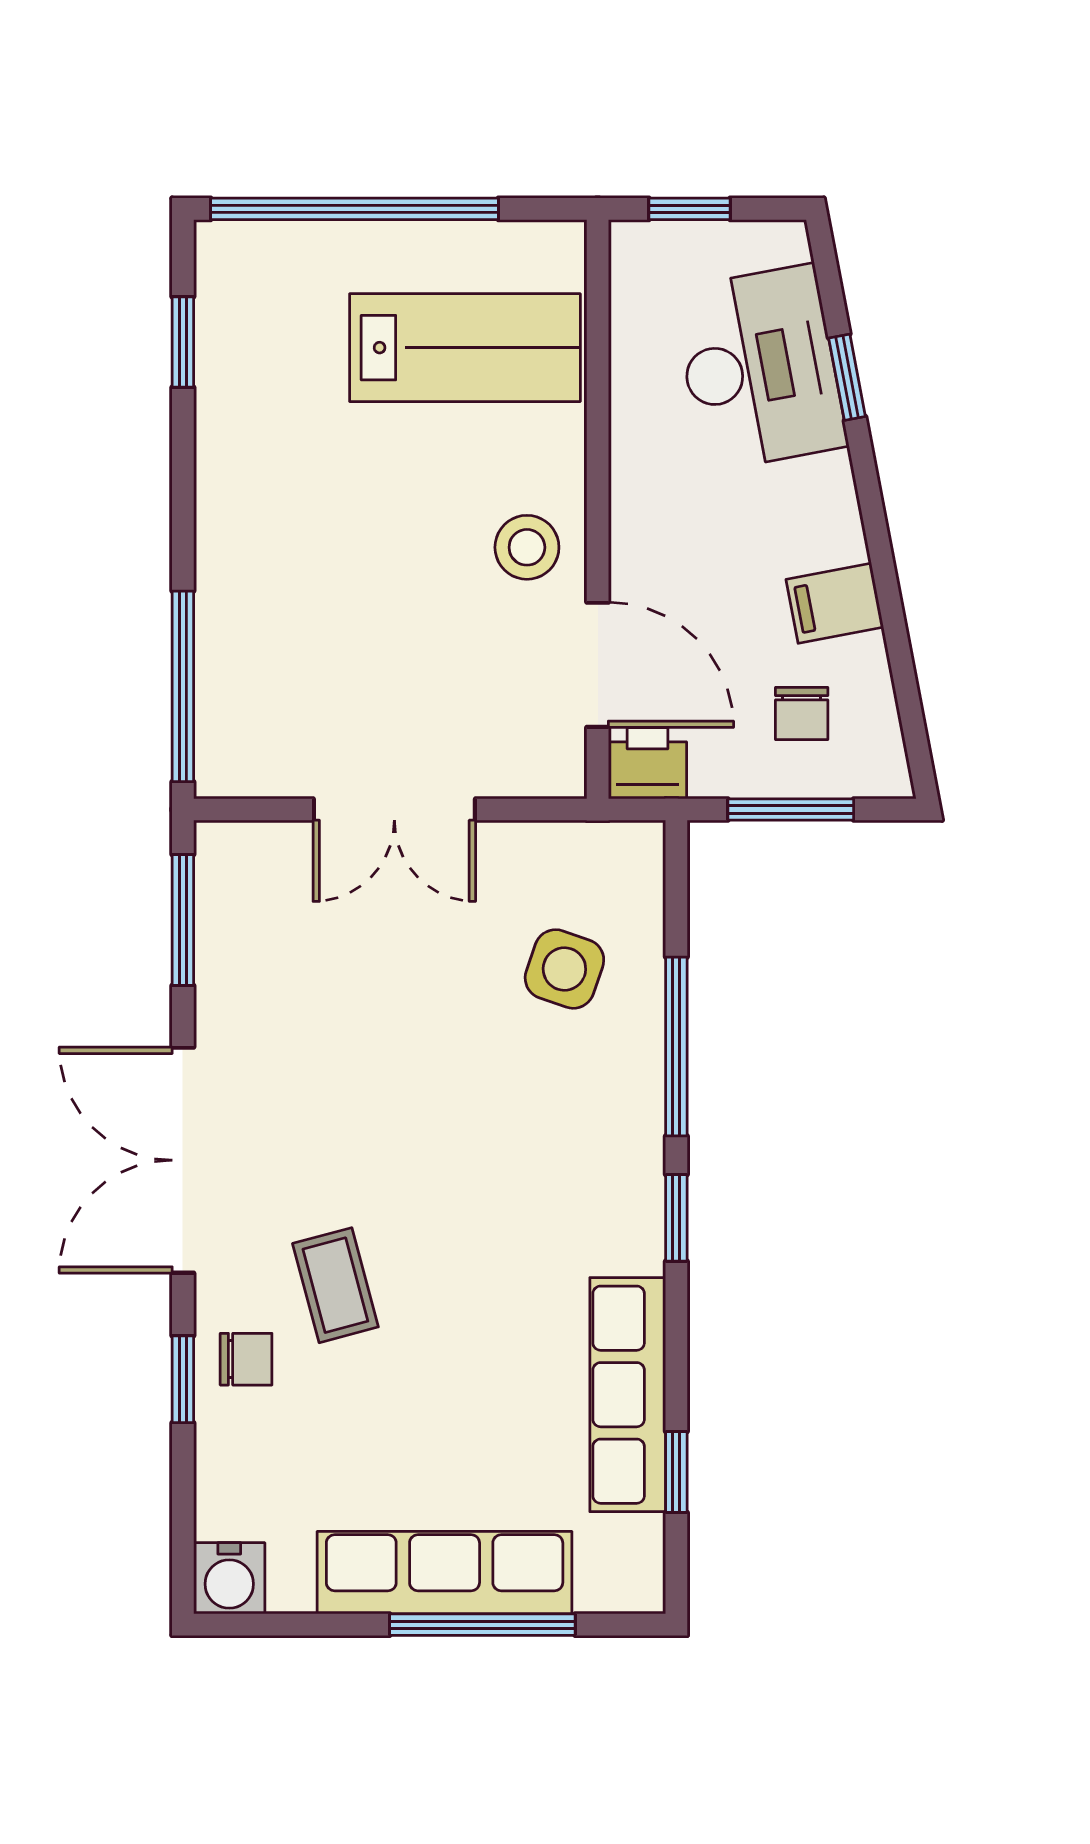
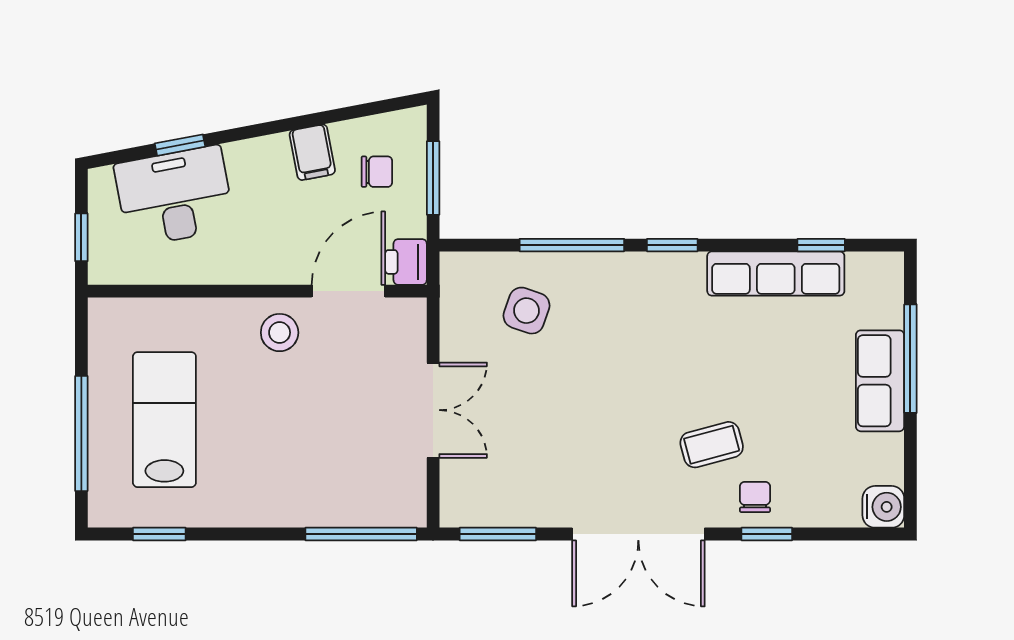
window: (354, 209) -> (81, 433), width x0.68
lab bench: (465, 348) -> (164, 420), moved
row of seats: (445, 1573) -> (880, 381), width x0.68

